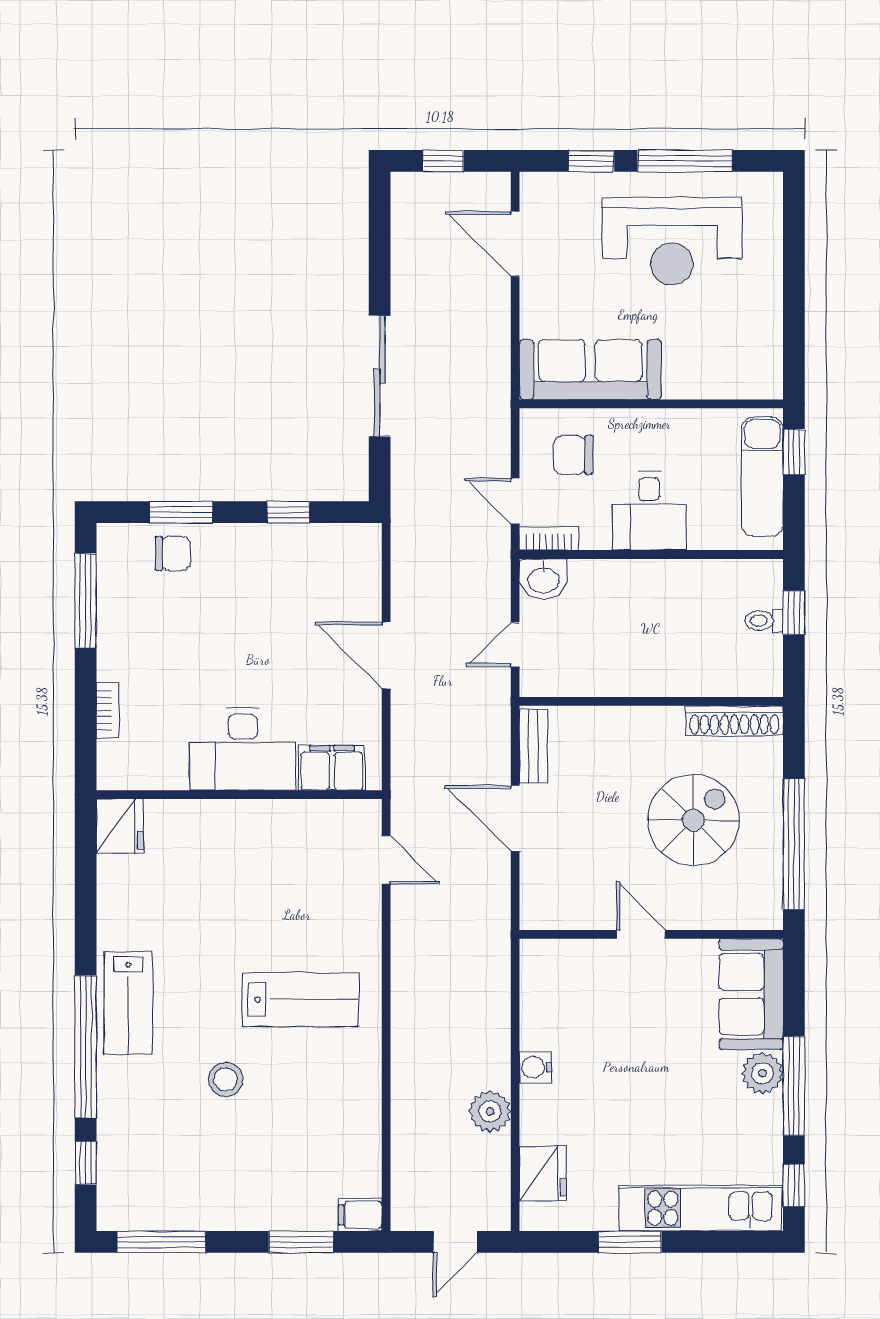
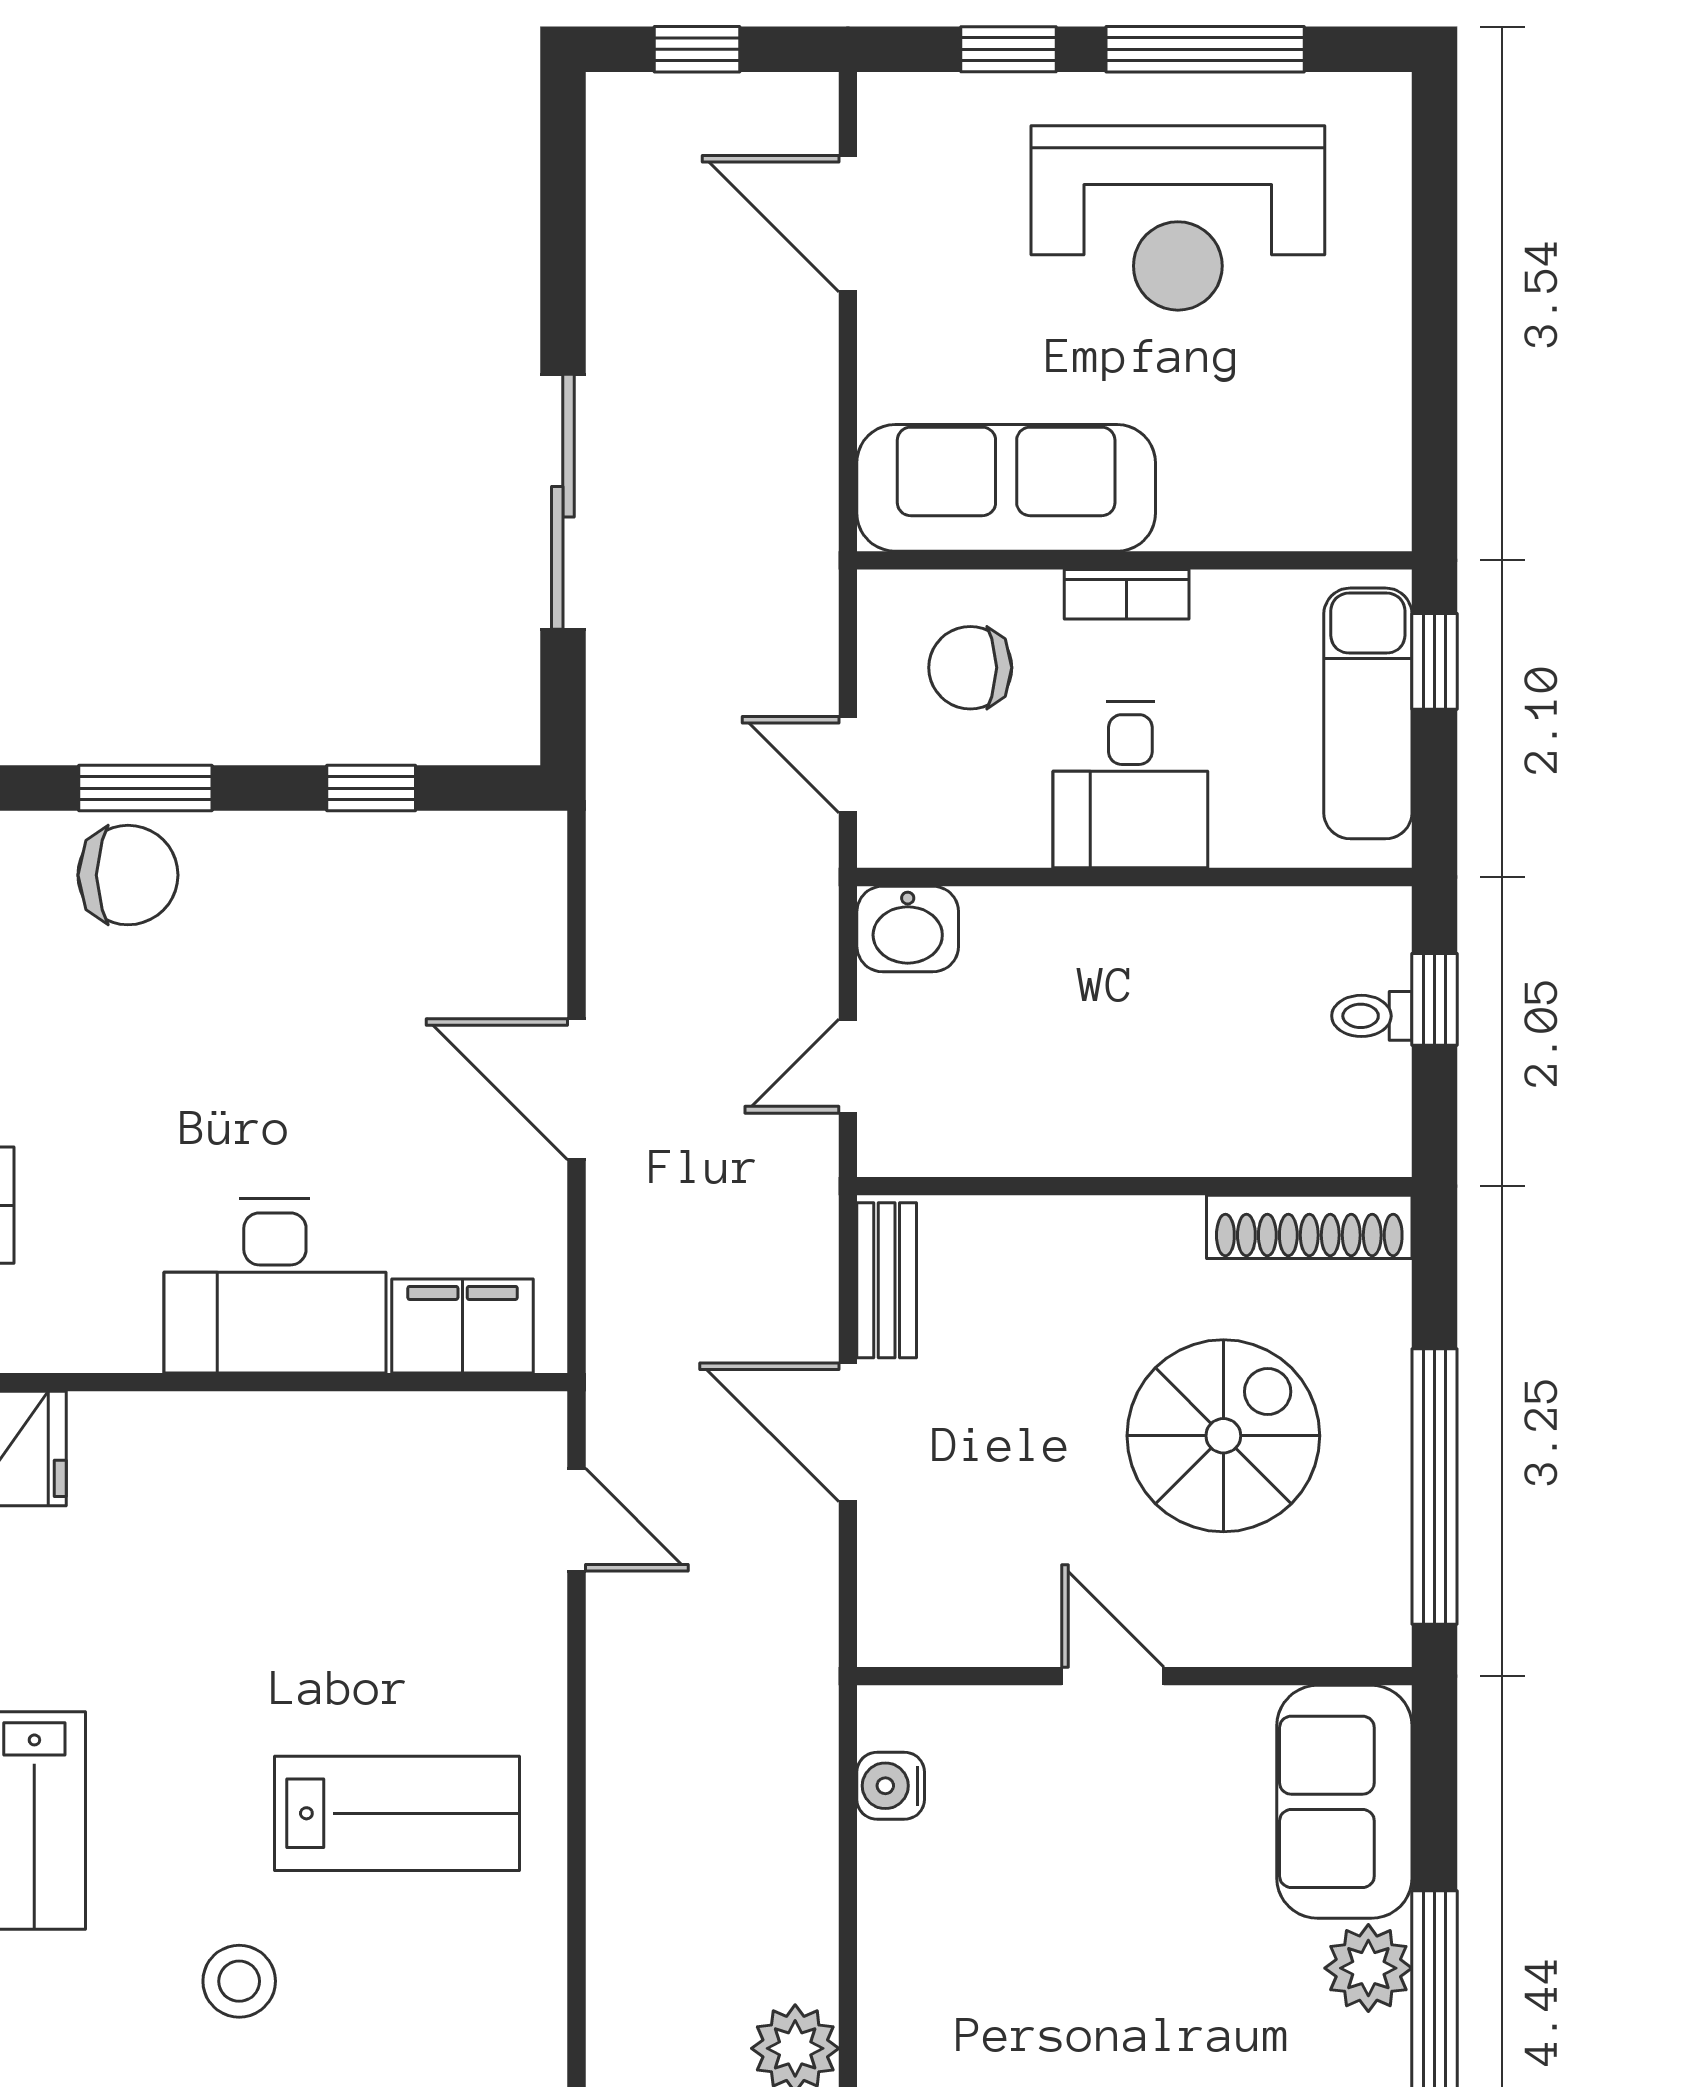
bookcase: (549, 538) -> (1127, 594), moved, turned 180
chair: (173, 554) -> (128, 875), width x1.37, depth x1.37
water cooler: (535, 1067) -> (891, 1786), moved

